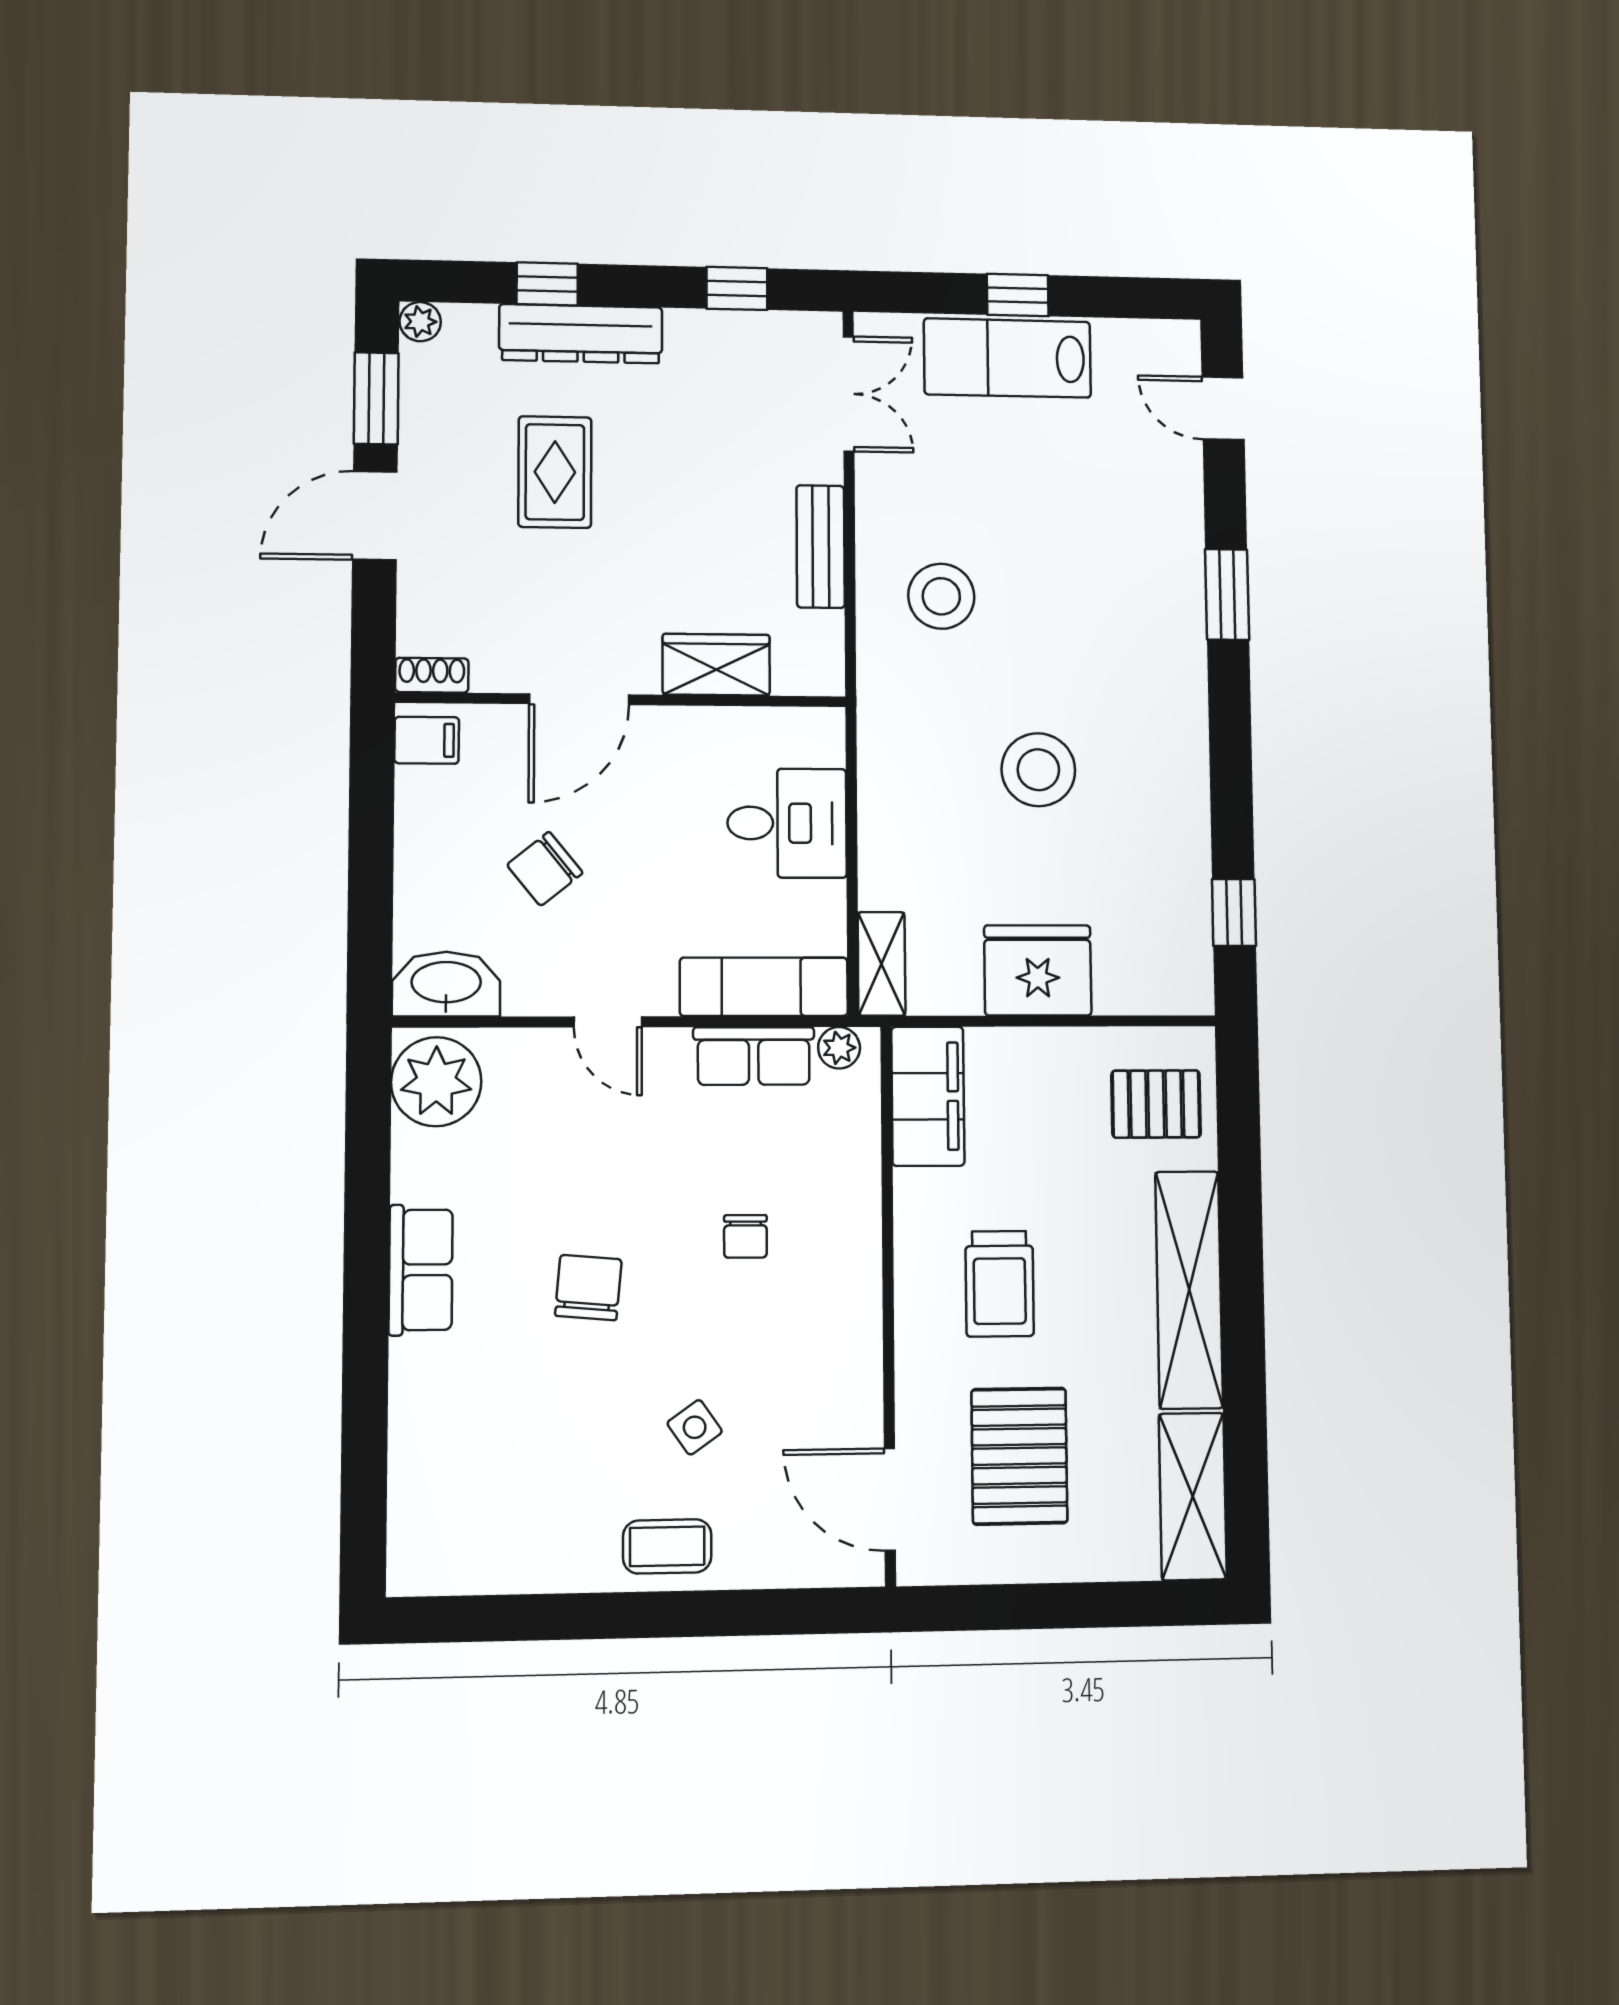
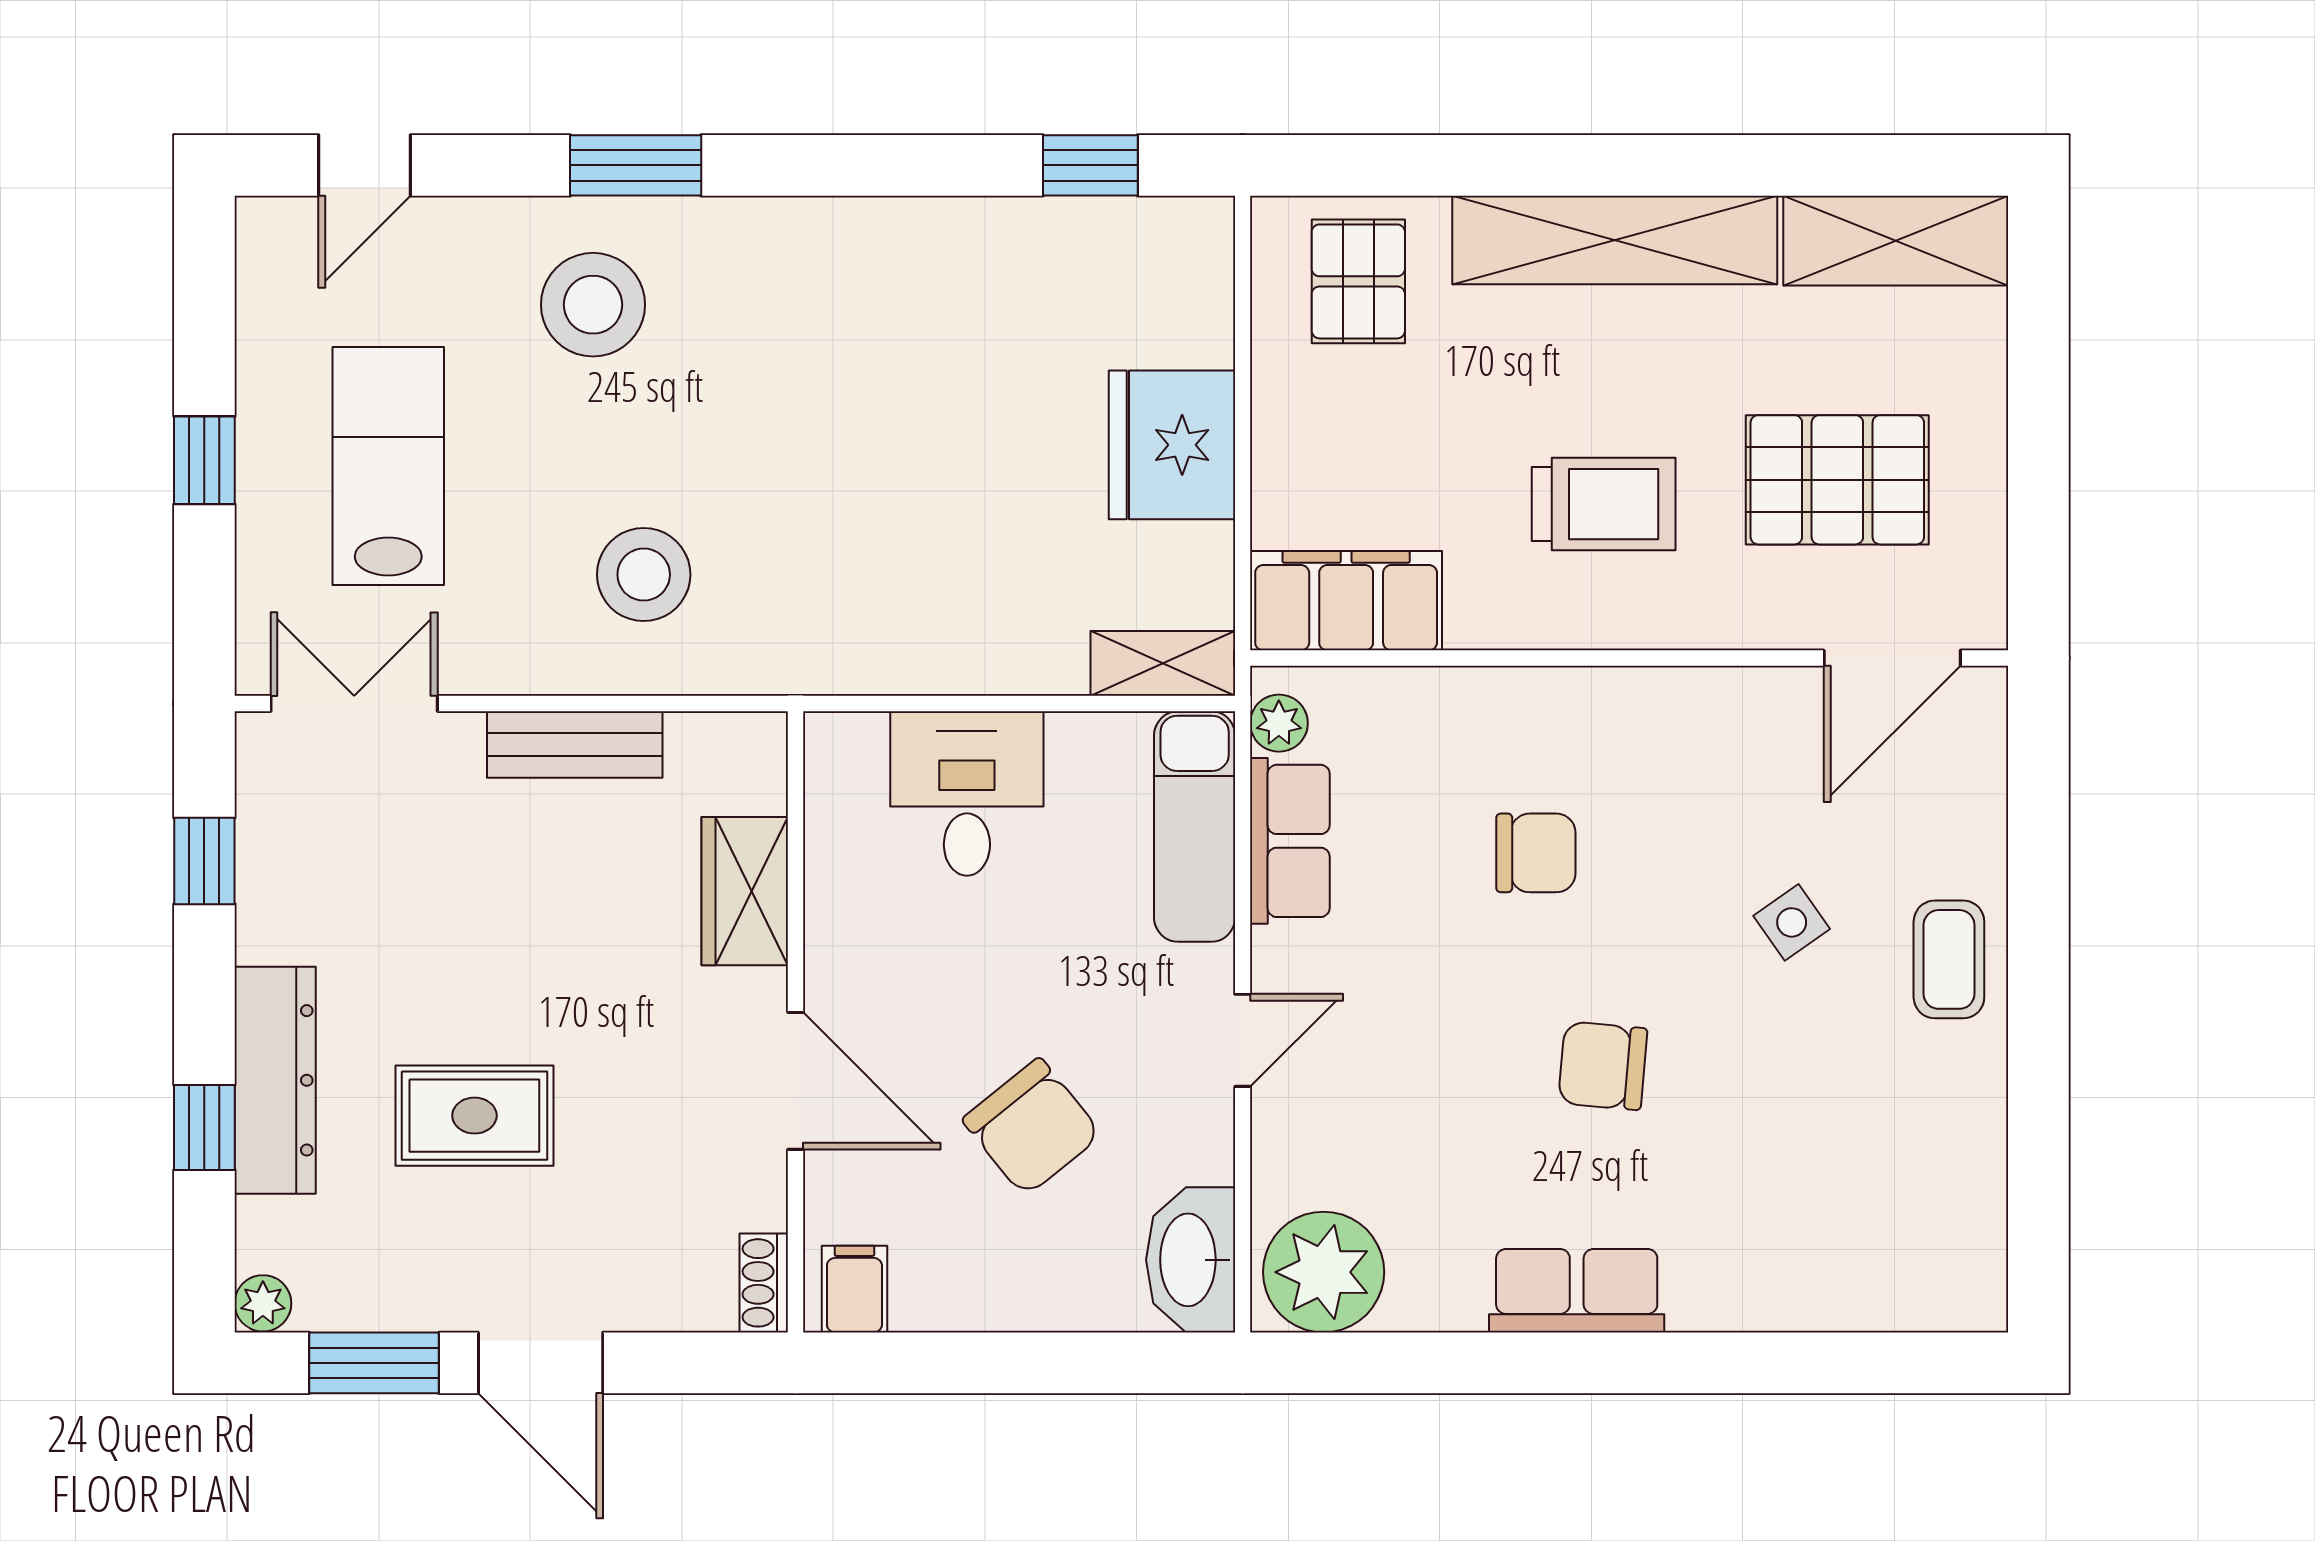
lab bench: (1007, 358) -> (388, 466), moved, turned 180
stool: (1038, 770) -> (593, 305), moved
chair: (545, 869) -> (1032, 1127), width x1.37, depth x1.37
chair: (745, 1236) -> (1536, 853), width x1.37, depth x1.37

